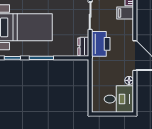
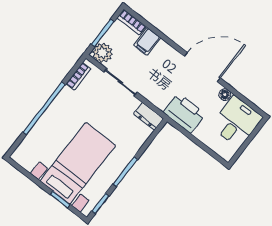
printer: (101, 44) -> (184, 113), moved

